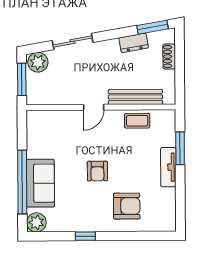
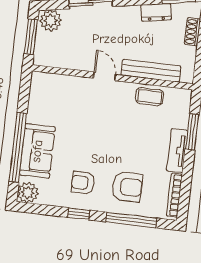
door: (94, 107) -> (104, 76), swing flipped
armchair: (97, 171) -> (83, 183), moved, turned 90
bookcase: (171, 208) -> (174, 195), added
window: (134, 236) -> (131, 220), added

